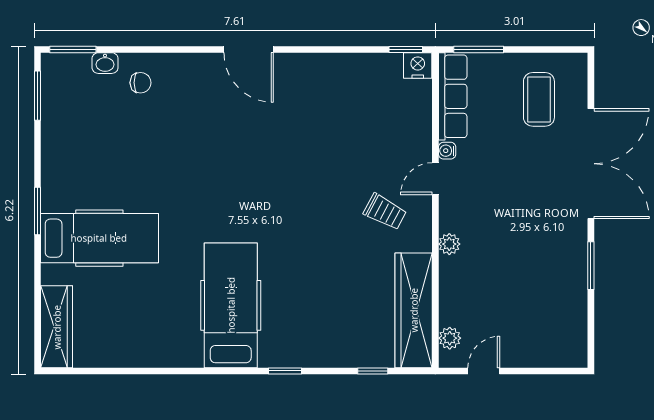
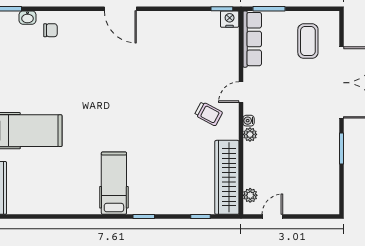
water cooler: (447, 151) -> (249, 121), moved
hospital bed: (231, 305) -> (114, 183), width x0.73, depth x0.78

